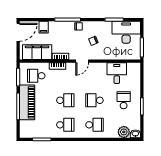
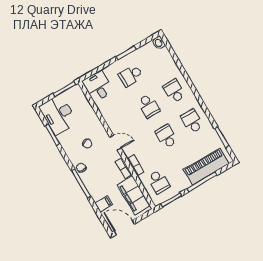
desk: (117, 73) -> (98, 86), moved, turned 90
piano: (27, 102) -> (206, 167), moved
plant: (124, 132) -> (164, 56), removed

